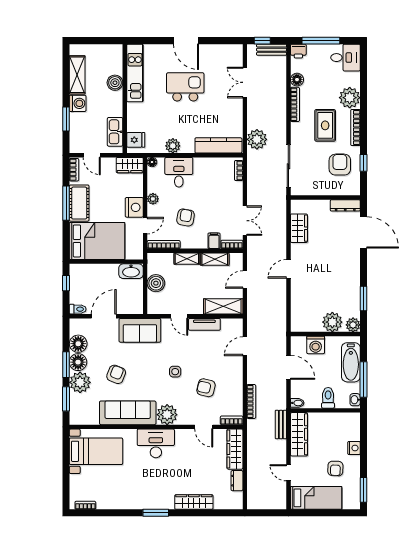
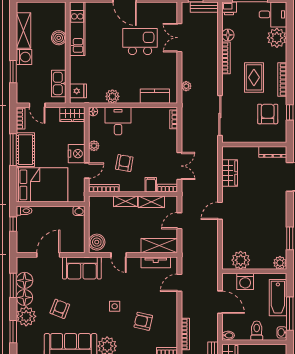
kitchen island: (185, 87) -> (140, 42), moved
plant: (350, 98) -> (277, 38), moved
plant: (257, 139) -> (186, 86), width x0.53, depth x0.53
kitchen counter: (218, 145) -> (155, 96), width x0.67
washbasin: (131, 271) -> (79, 211), width x0.52, depth x0.69
boiler: (156, 283) -> (97, 242), moved
toilet: (78, 309) -> (24, 211), moved
plant: (332, 322) -> (241, 260), moved
tv unit: (204, 324) -> (156, 262), moved
window: (66, 365) -> (13, 285), moved

